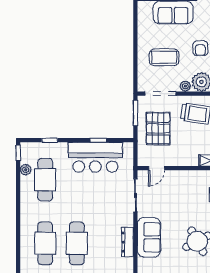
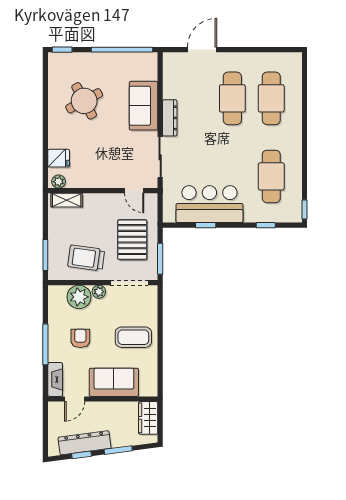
coffee table: (164, 57) -> (133, 337), moved
door: (157, 168) -> (134, 191), swing flipped
plant: (26, 170) -> (295, 189), removed
dresser: (128, 242) -> (170, 118), moved

